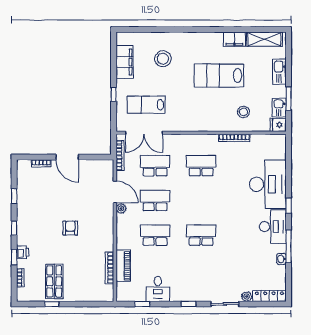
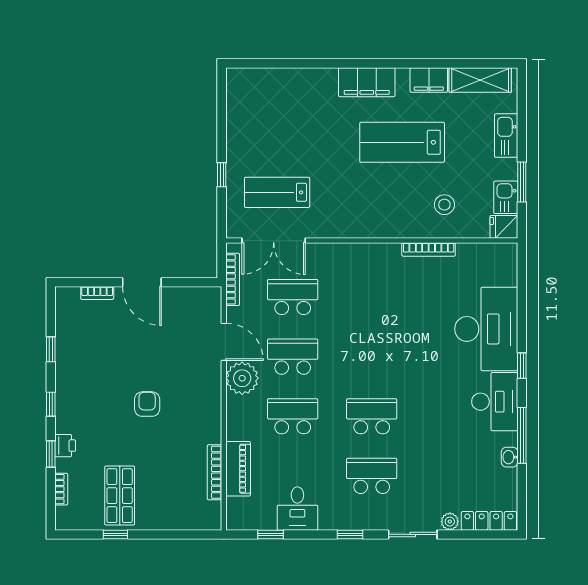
stool: (163, 59) -> (306, 113), removed
filing cabinet: (125, 62) -> (367, 82), moved, turned 90
school desk: (201, 166) -> (372, 476), moved
plant: (121, 209) -> (242, 378), width x1.87, depth x1.87

